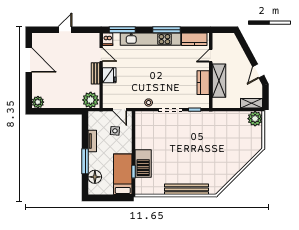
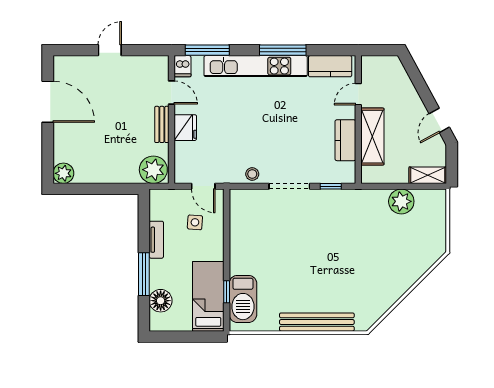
plant: (255, 119) -> (401, 201), moved
barbecue: (143, 163) -> (243, 299), moved

